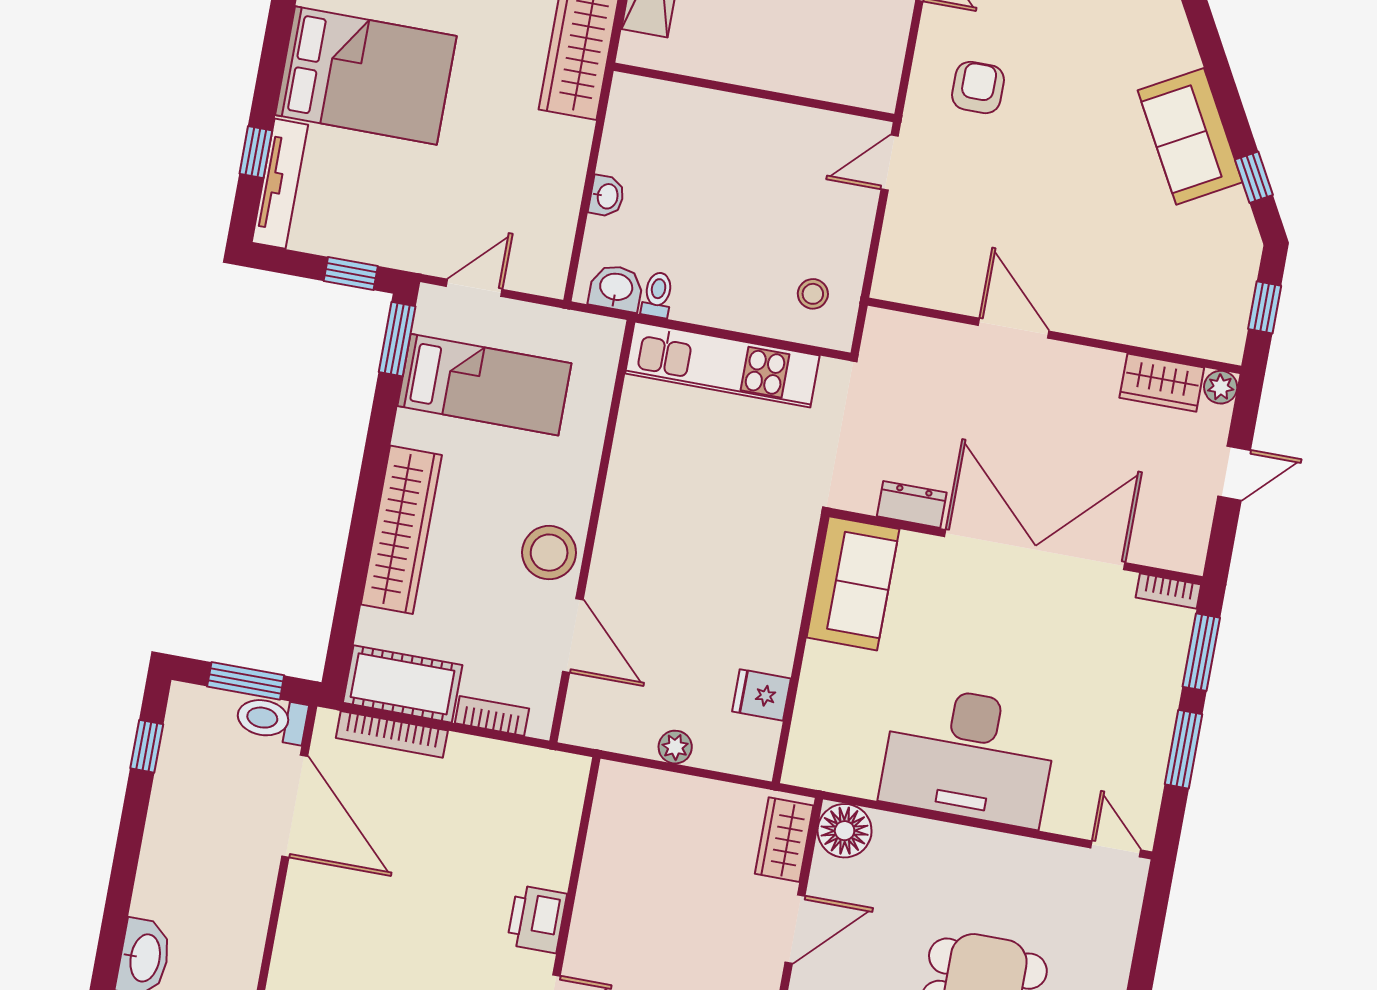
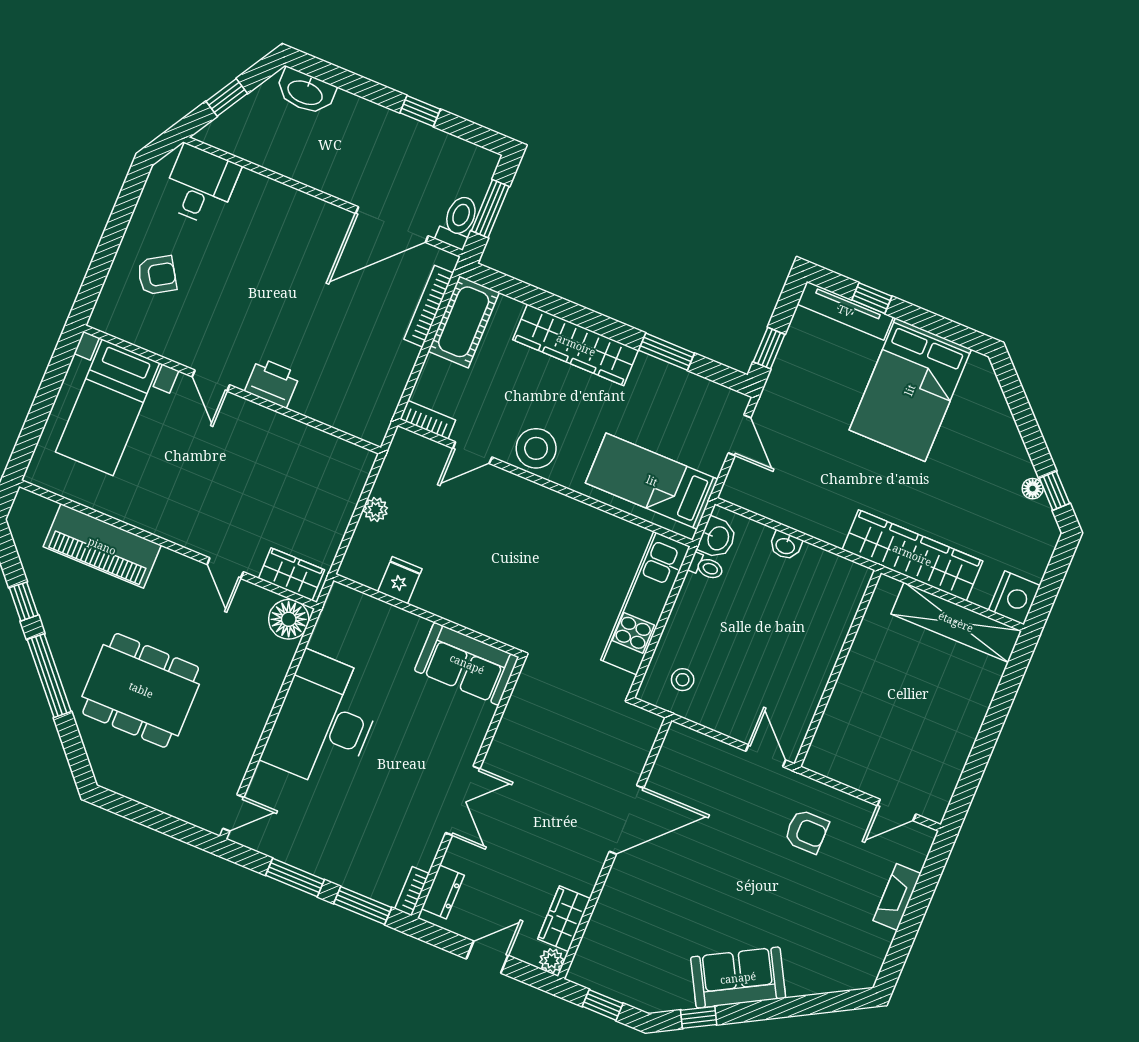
door: (1014, 328) -> (627, 820), width x1.36
window: (397, 339) -> (667, 352), moved
bed: (484, 385) -> (652, 481), moved, turned 90
door: (1234, 473) -> (487, 957), swing flipped
dresser: (912, 504) -> (443, 892), moved
double door: (1035, 550) -> (463, 801), width x0.54
door: (573, 635) -> (472, 453), width x0.73
bookcase: (492, 716) -> (428, 420), moved, turned -90
window: (147, 746) -> (420, 111), moved
door: (795, 929) -> (225, 568), width x0.73

